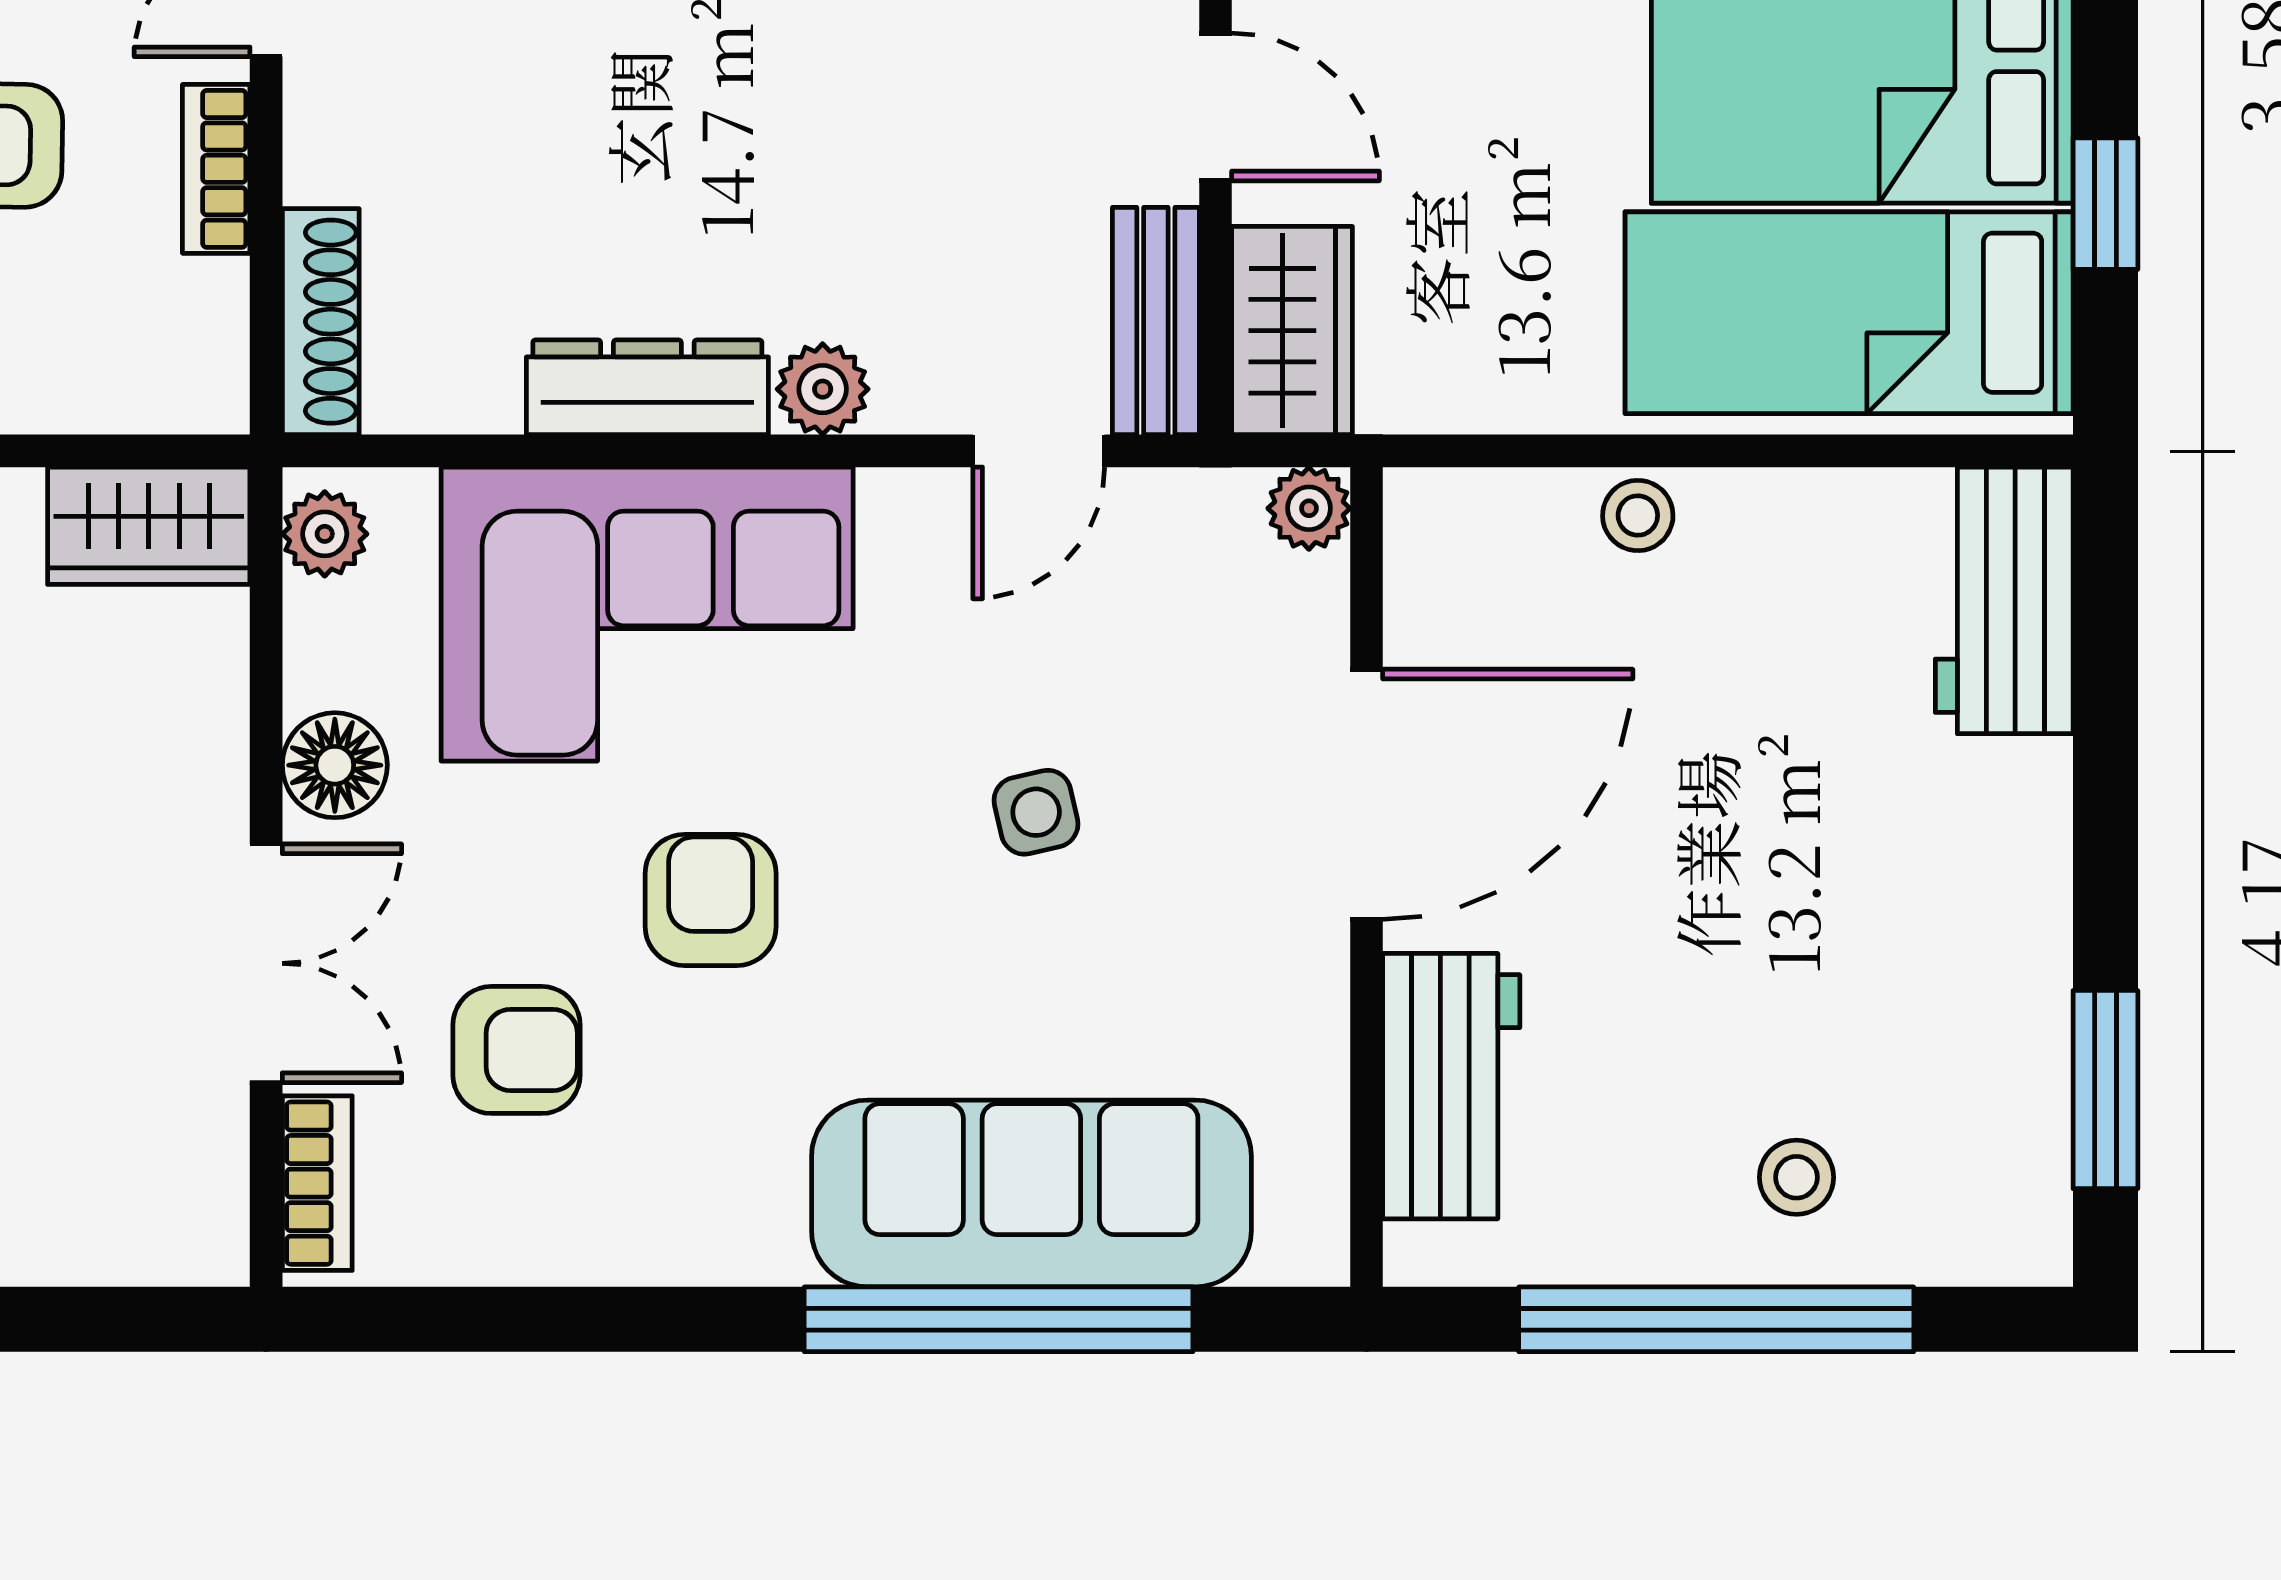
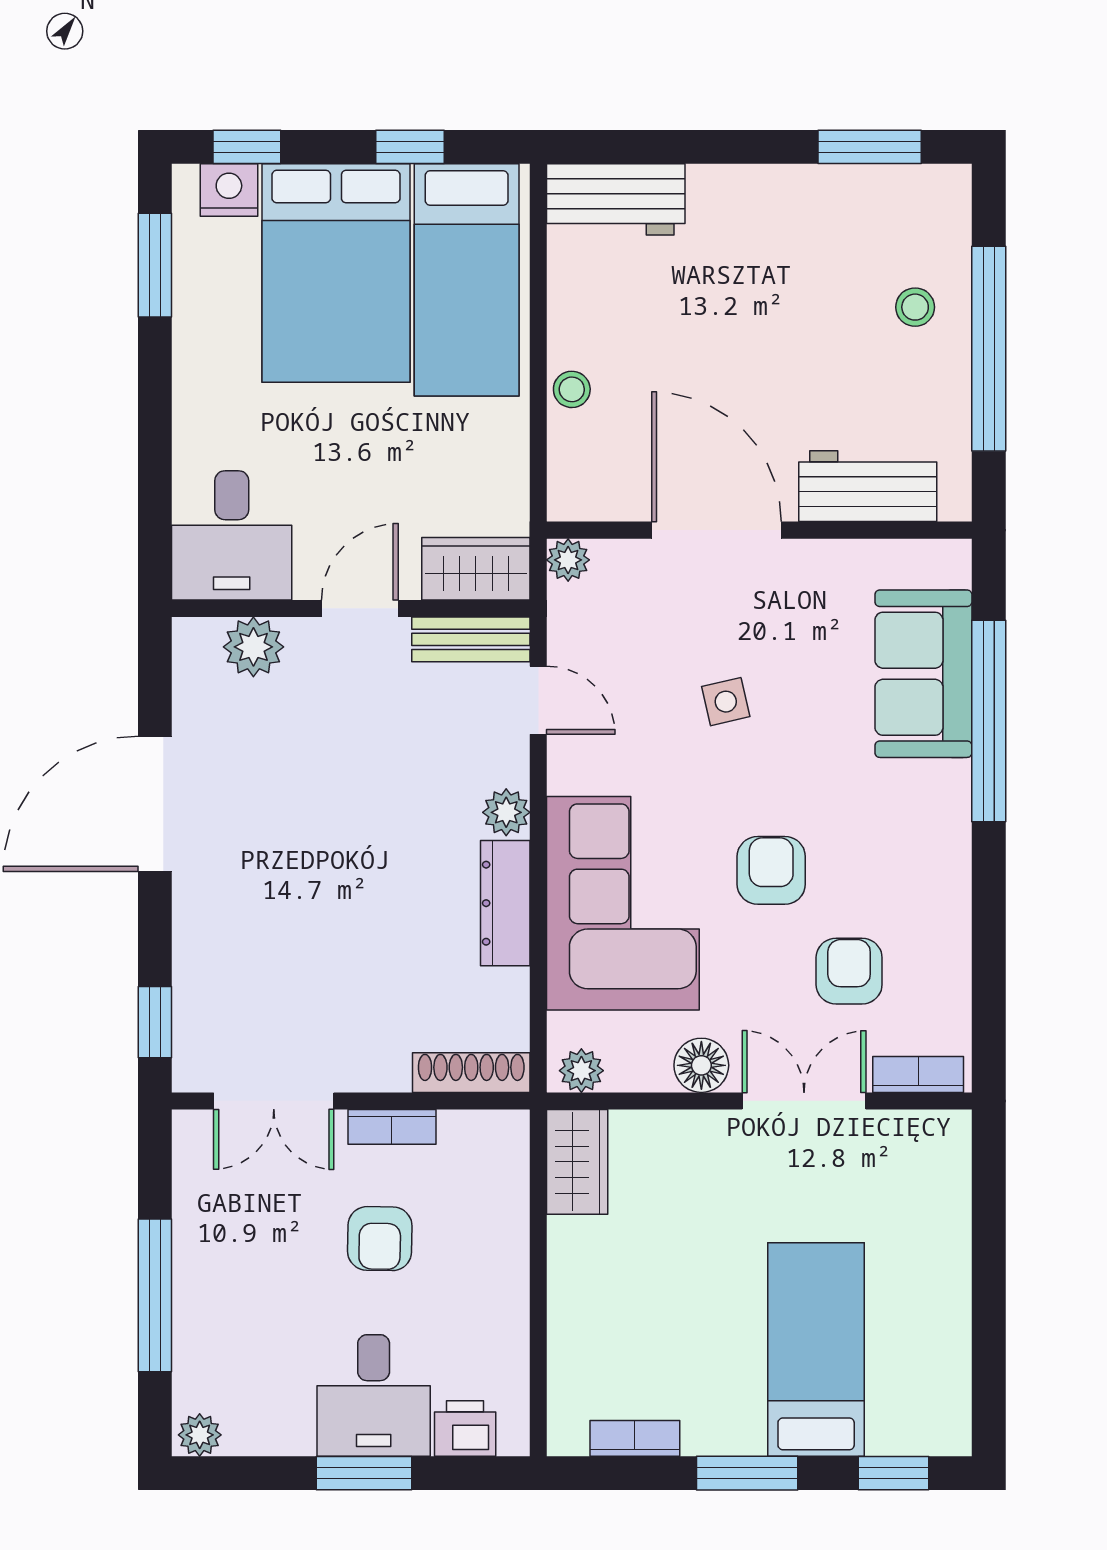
armchair: (711, 900) -> (771, 870), turned 90
sofa: (1031, 1193) -> (923, 674), width x0.73

